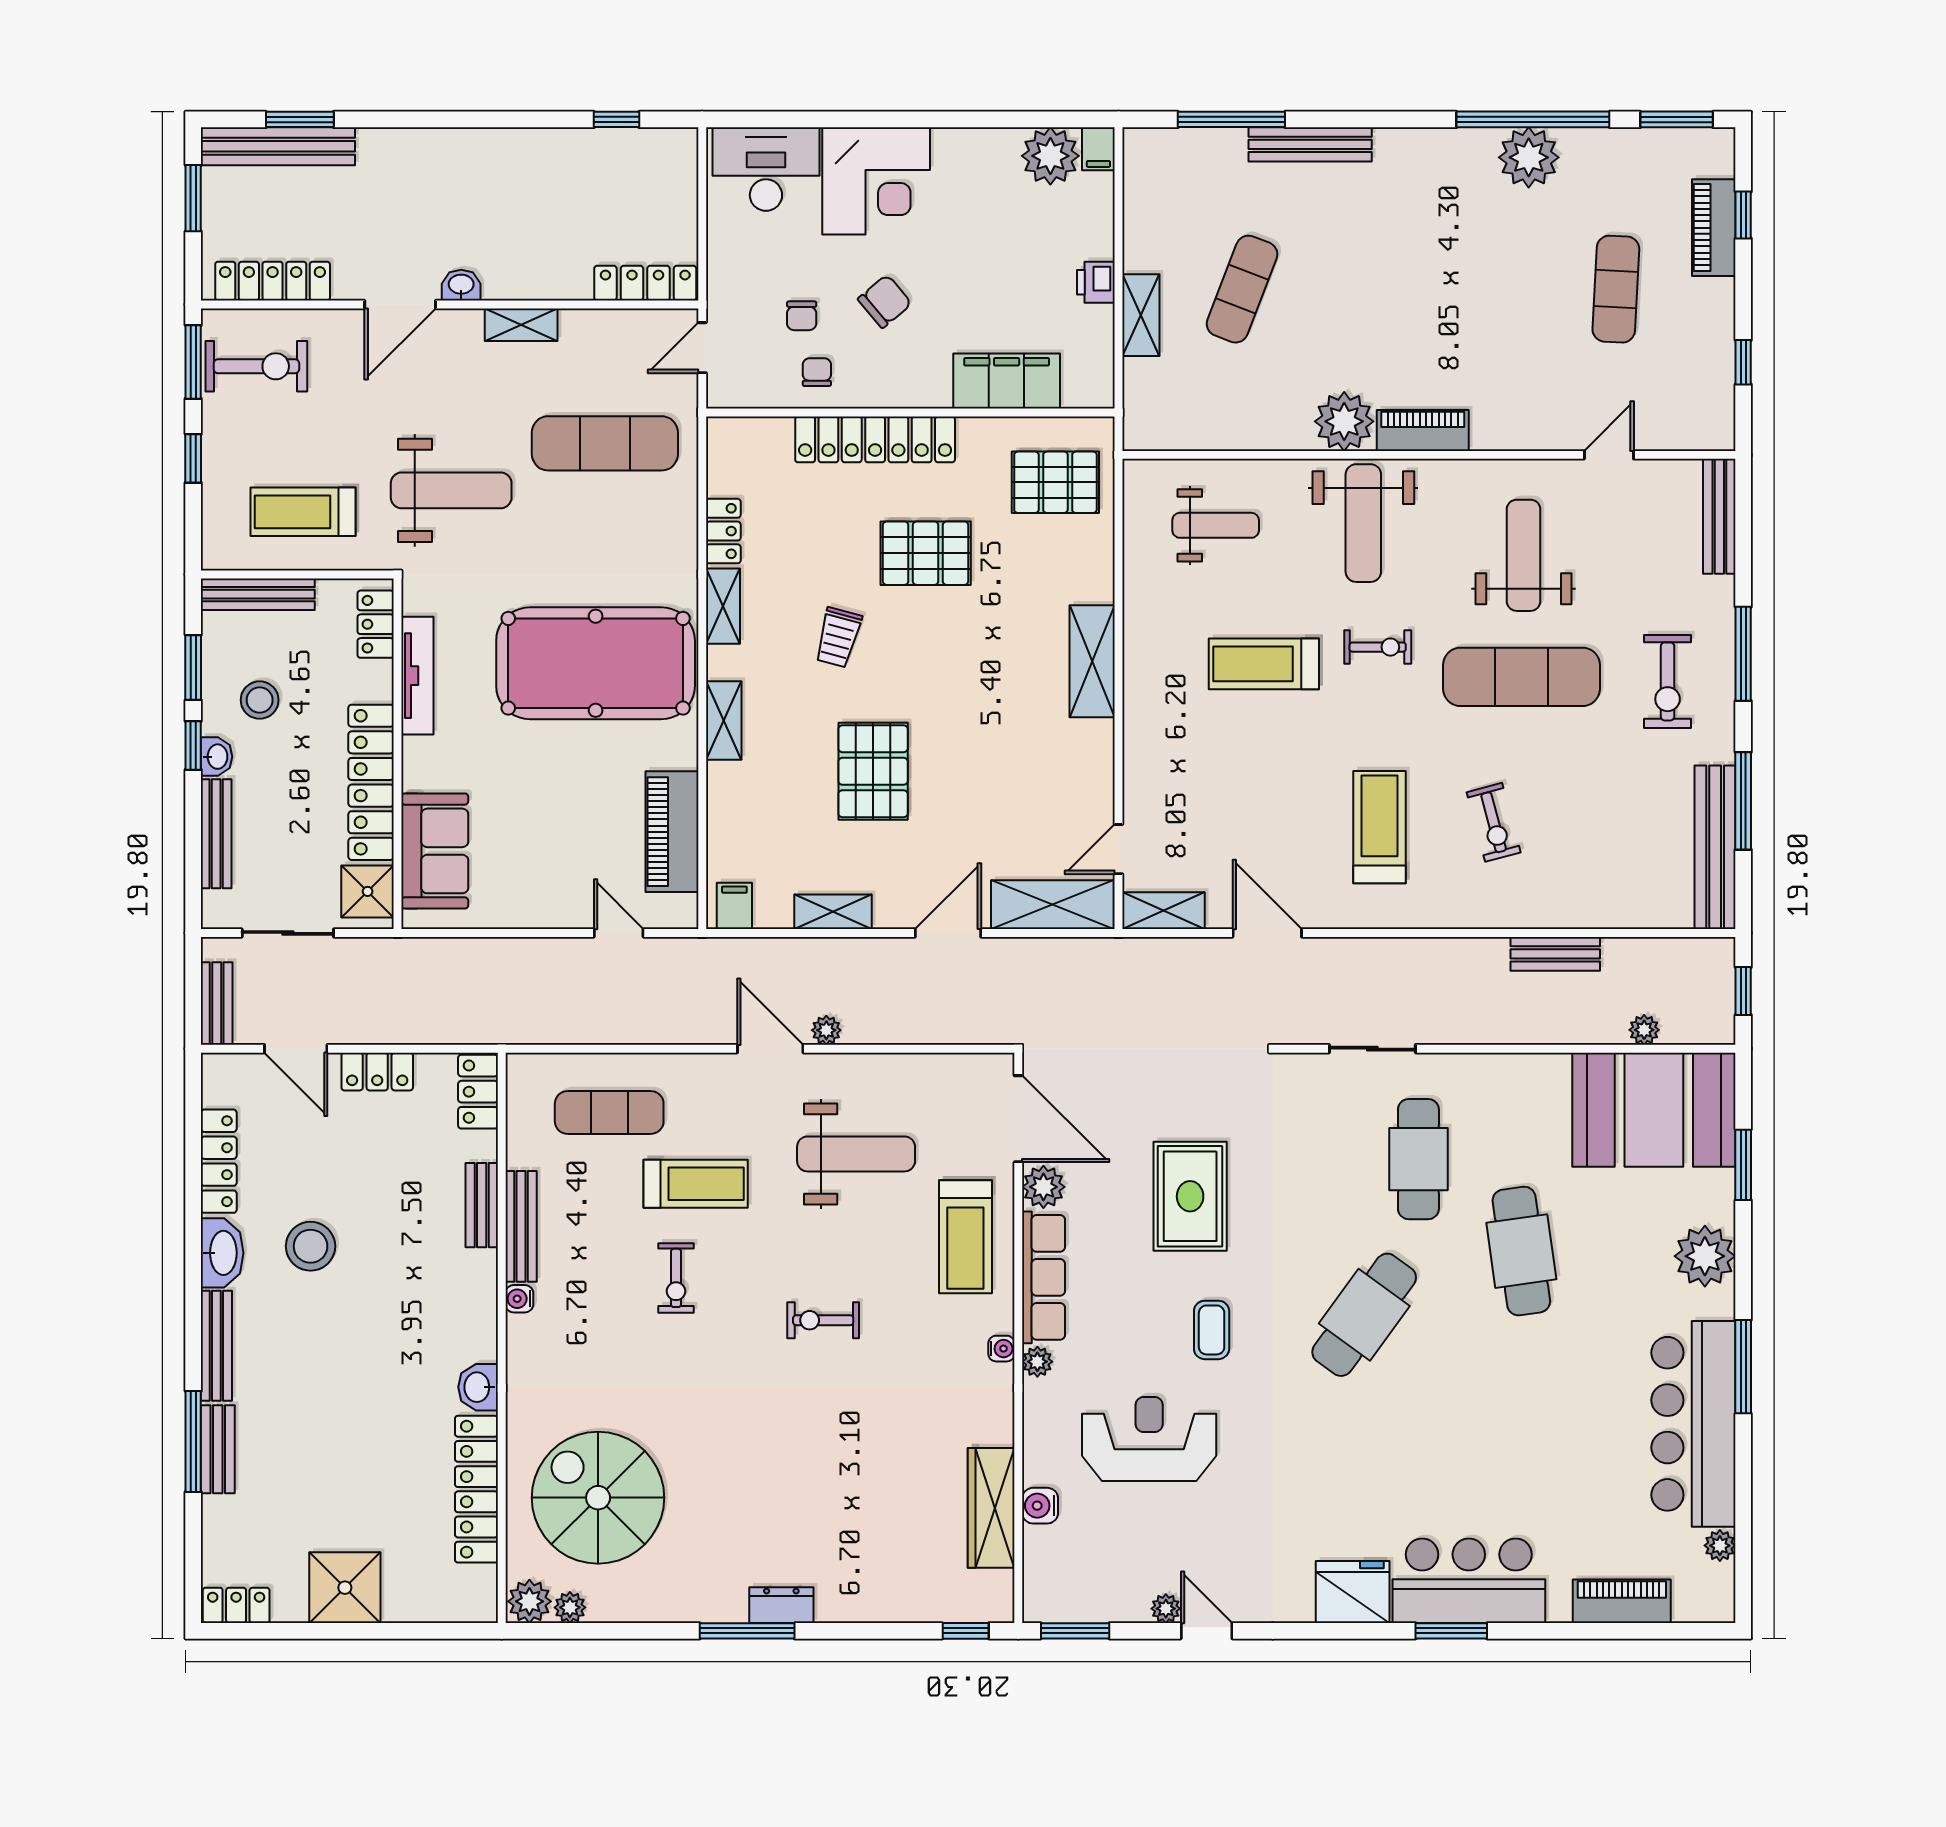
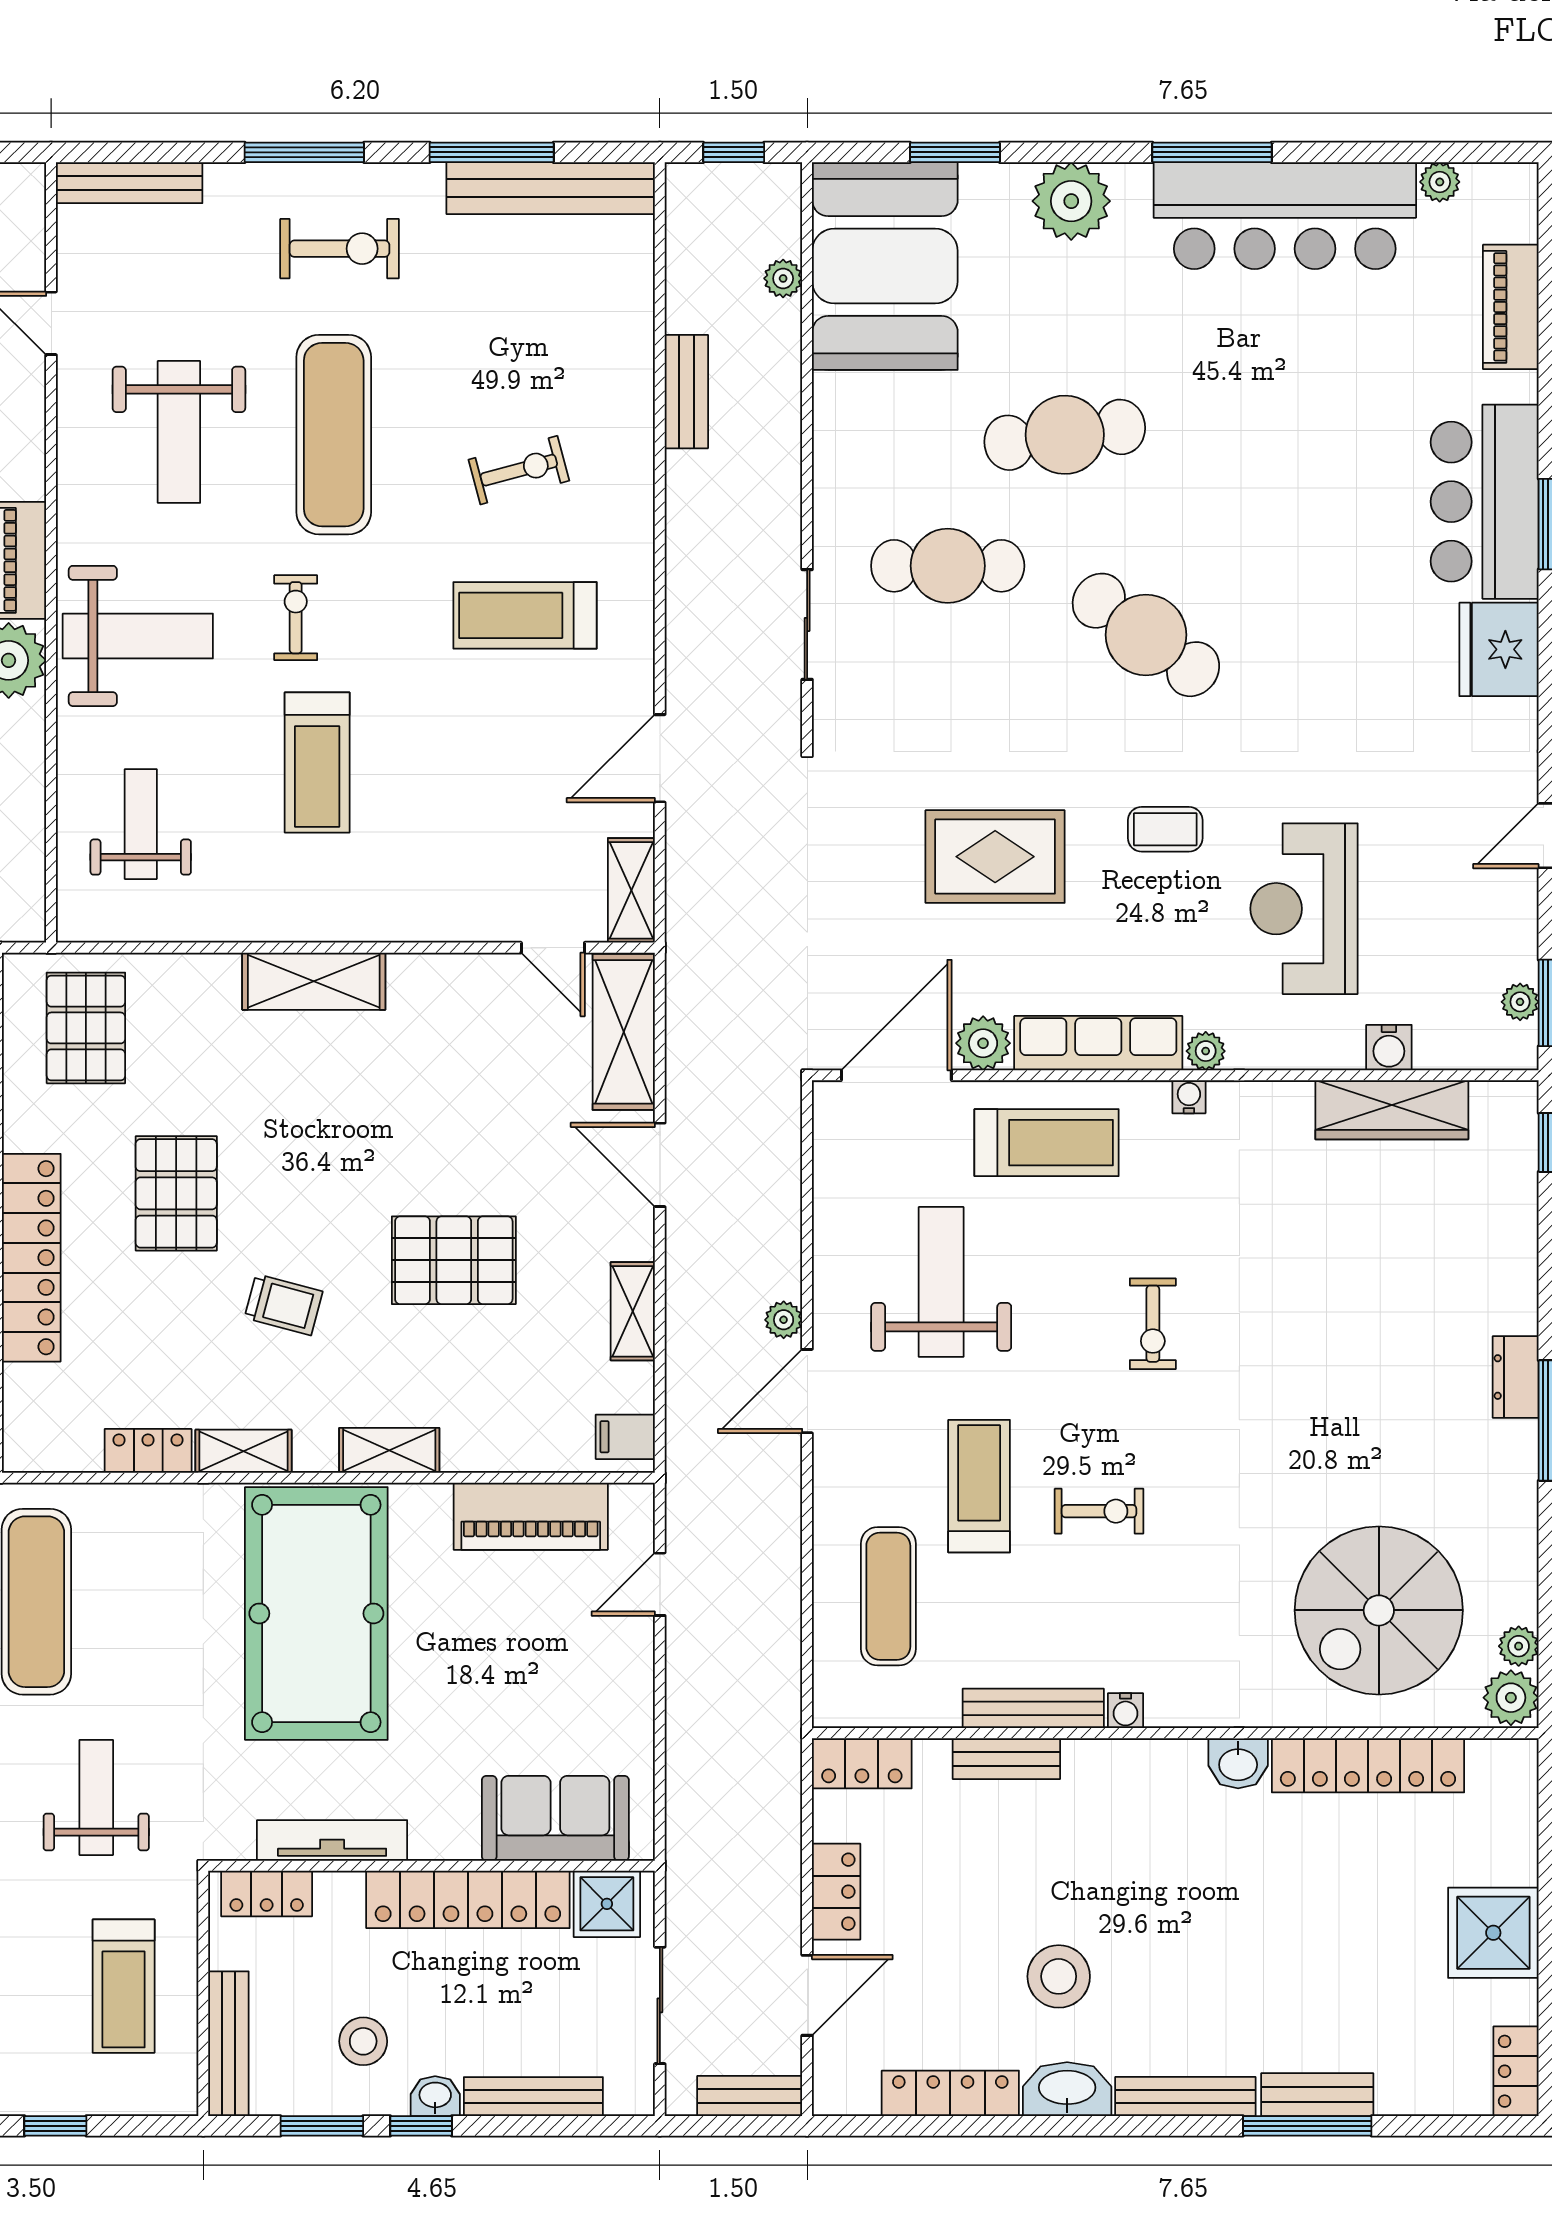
weight bench: (451, 490) -> (96, 1797), width x0.73, depth x0.75
weight bench: (1524, 555) -> (179, 432), turned -90
plant: (1166, 1609) -> (1520, 1002), moved

